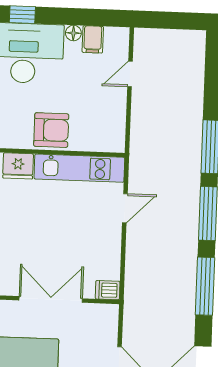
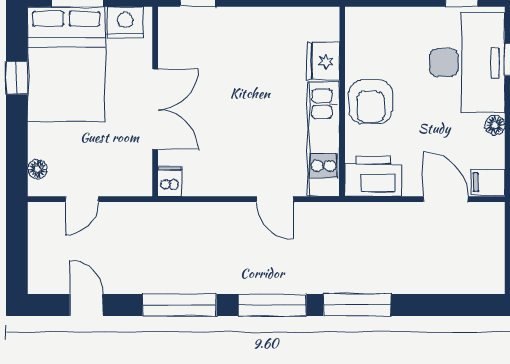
filing cabinet: (93, 39) -> (488, 182), moved
door: (130, 74) -> (446, 199), width x1.38
printer: (110, 130) -> (373, 176), added

